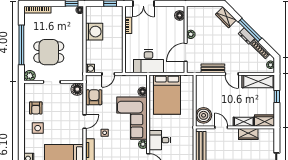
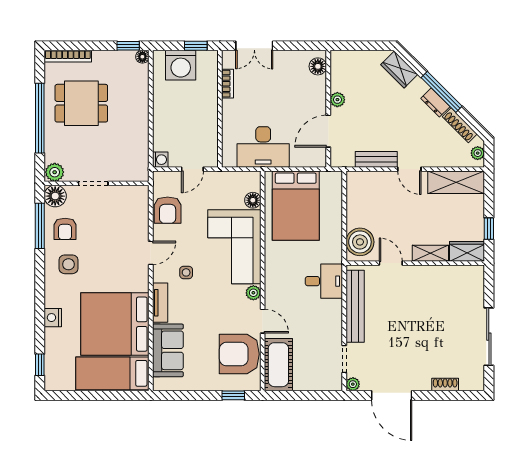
washing machine: (94, 32) -> (181, 65), moved, turned 90
dining table: (49, 52) -> (81, 103), moved
floor lamp: (77, 89) -> (55, 196), moved
window: (277, 96) -> (489, 229), moved
armchair: (94, 97) -> (168, 210), turned 180
window: (21, 106) -> (40, 226), added
wardrobe: (248, 134) -> (438, 275), removed
desk: (160, 140) -> (324, 281), moved, turned 180

